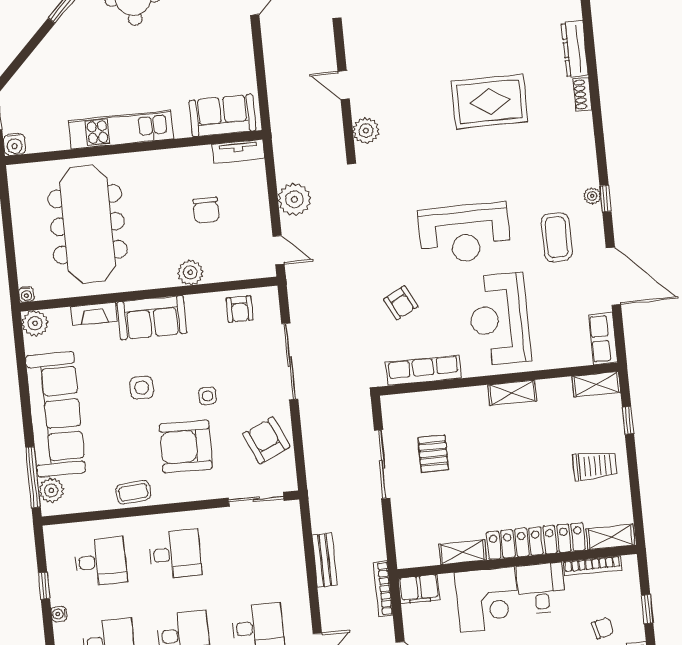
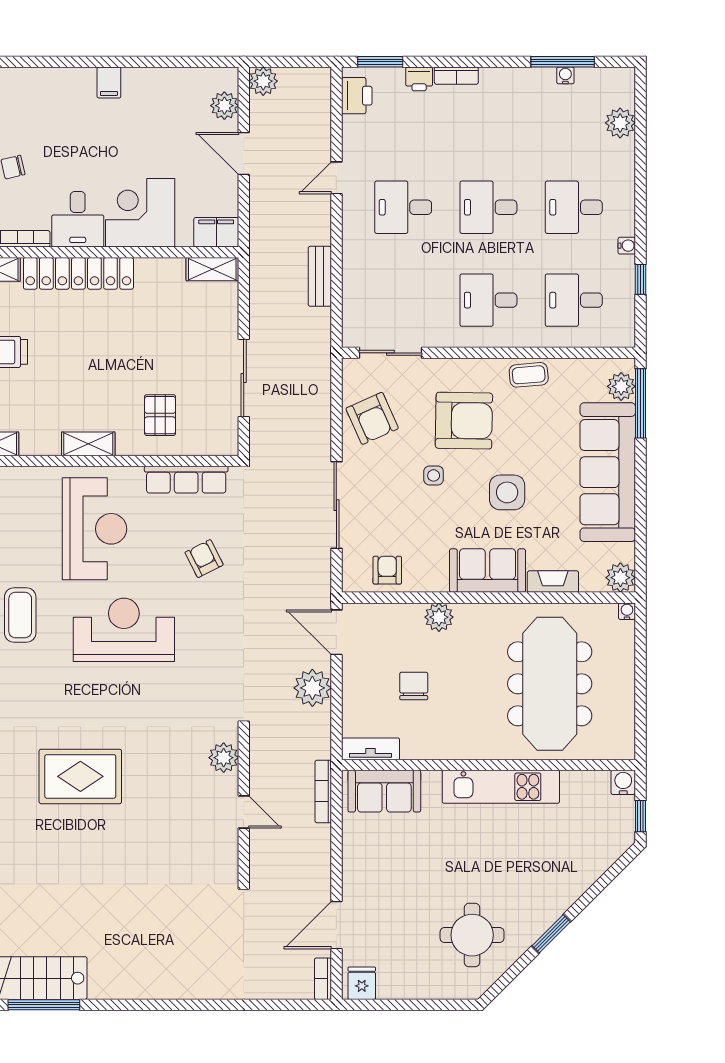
door: (278, 250) -> (336, 632), width x1.38
side table: (142, 388) -> (507, 492), width x1.37, depth x1.37
pallet: (433, 454) -> (160, 415), moved
shelving: (463, 552) -> (212, 269), moved
bookcase: (383, 589) -> (323, 791), moved, turned 180

